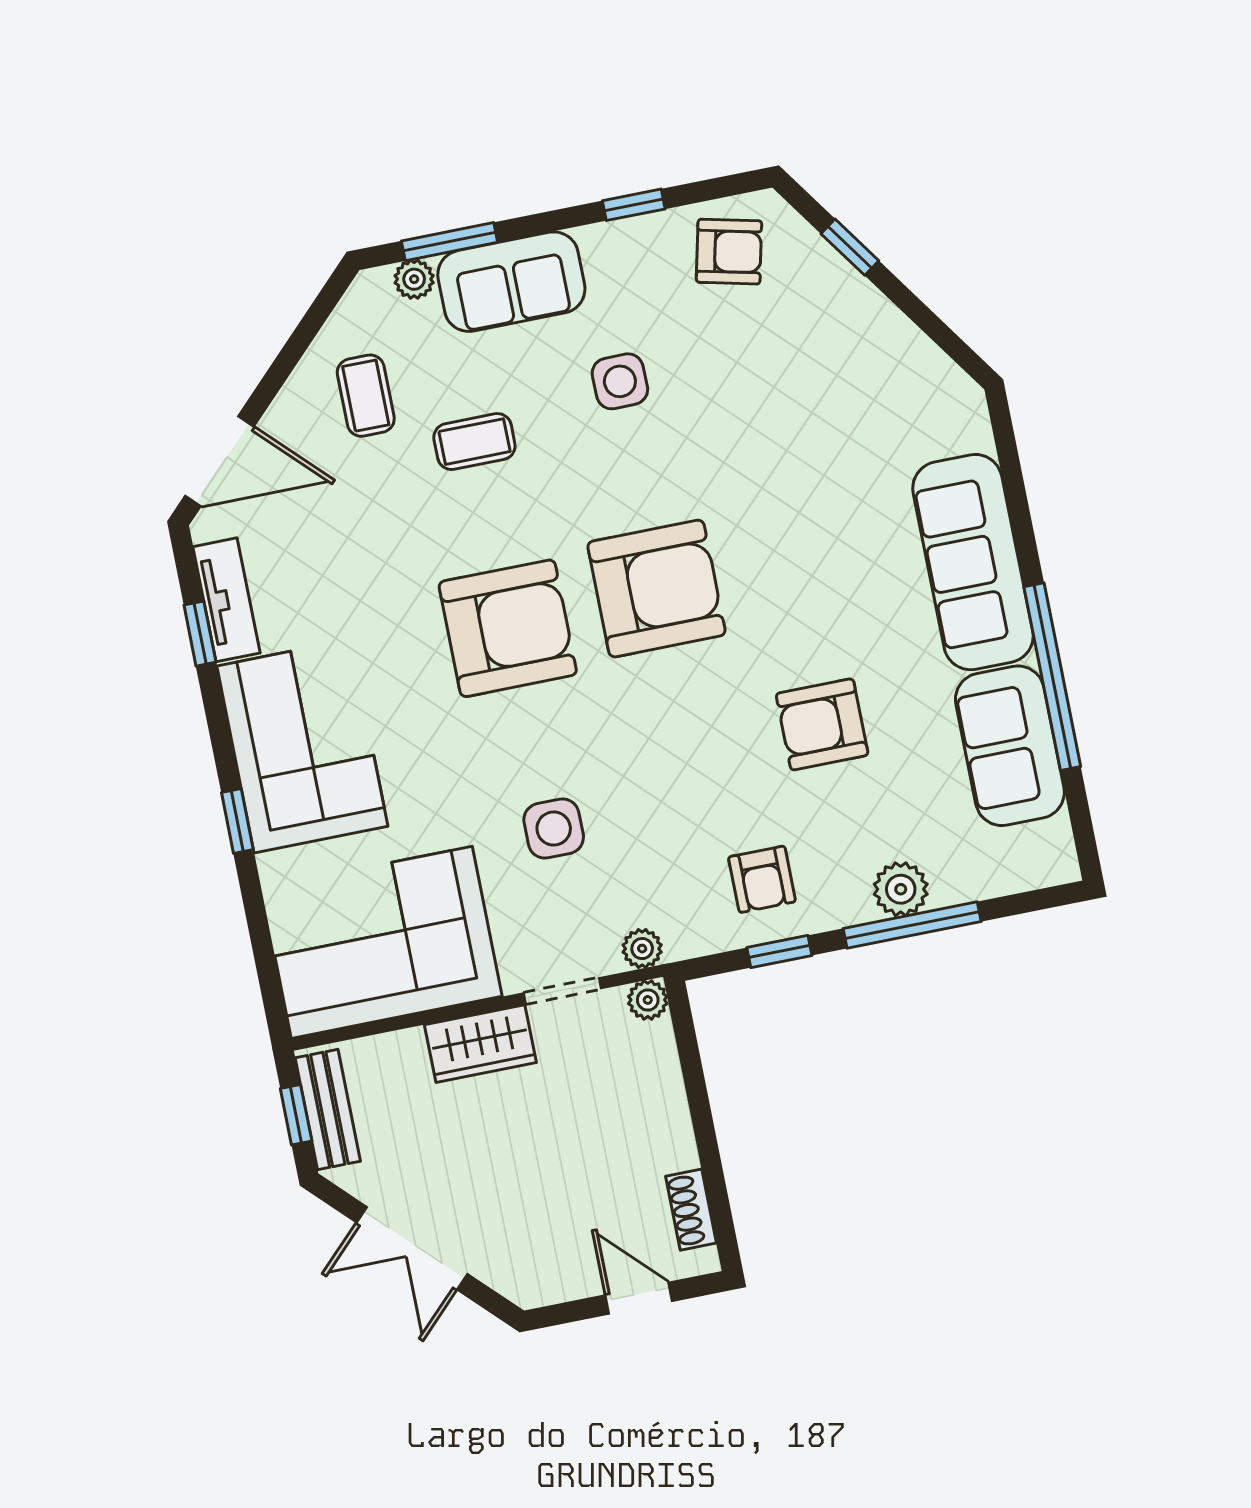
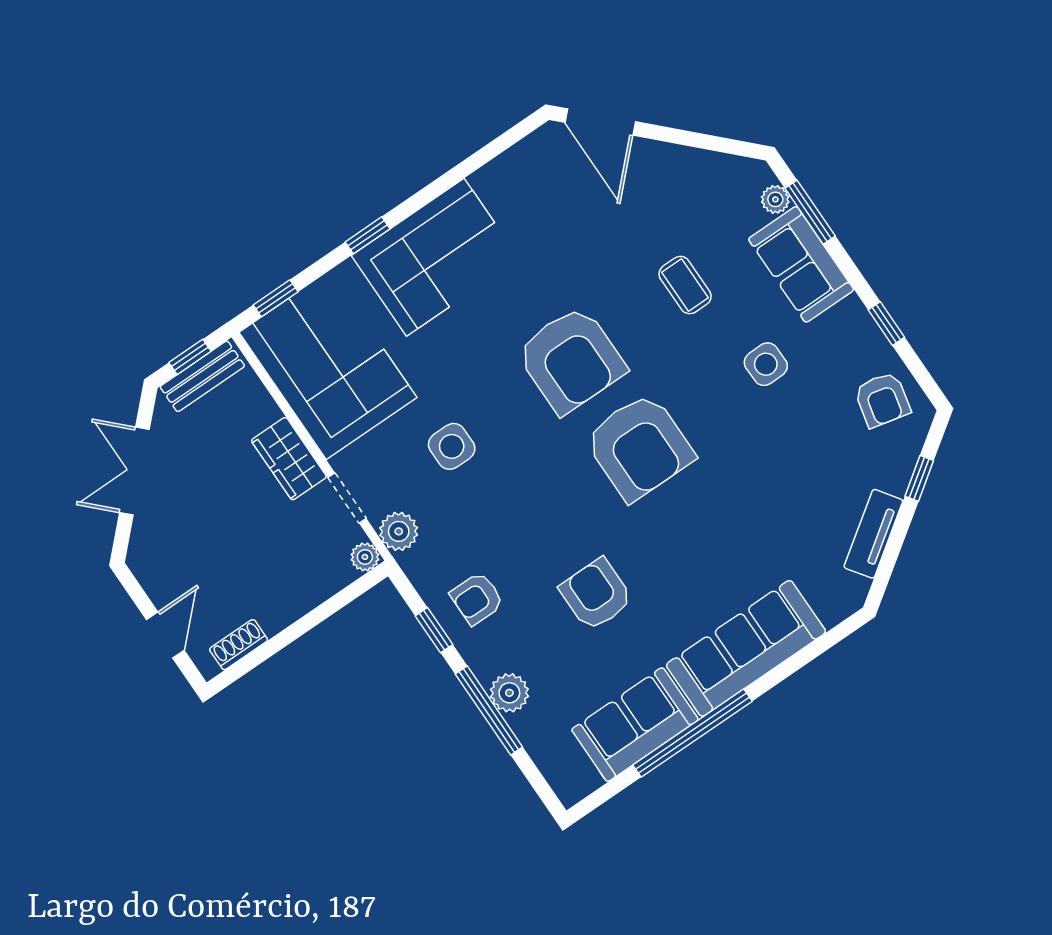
coffee table: (366, 396) -> (685, 200), removed
tv unit: (227, 600) -> (873, 534), moved, turned 145
window: (200, 634) -> (276, 298), moved
plant: (642, 949) -> (399, 531), width x1.38, depth x1.38

